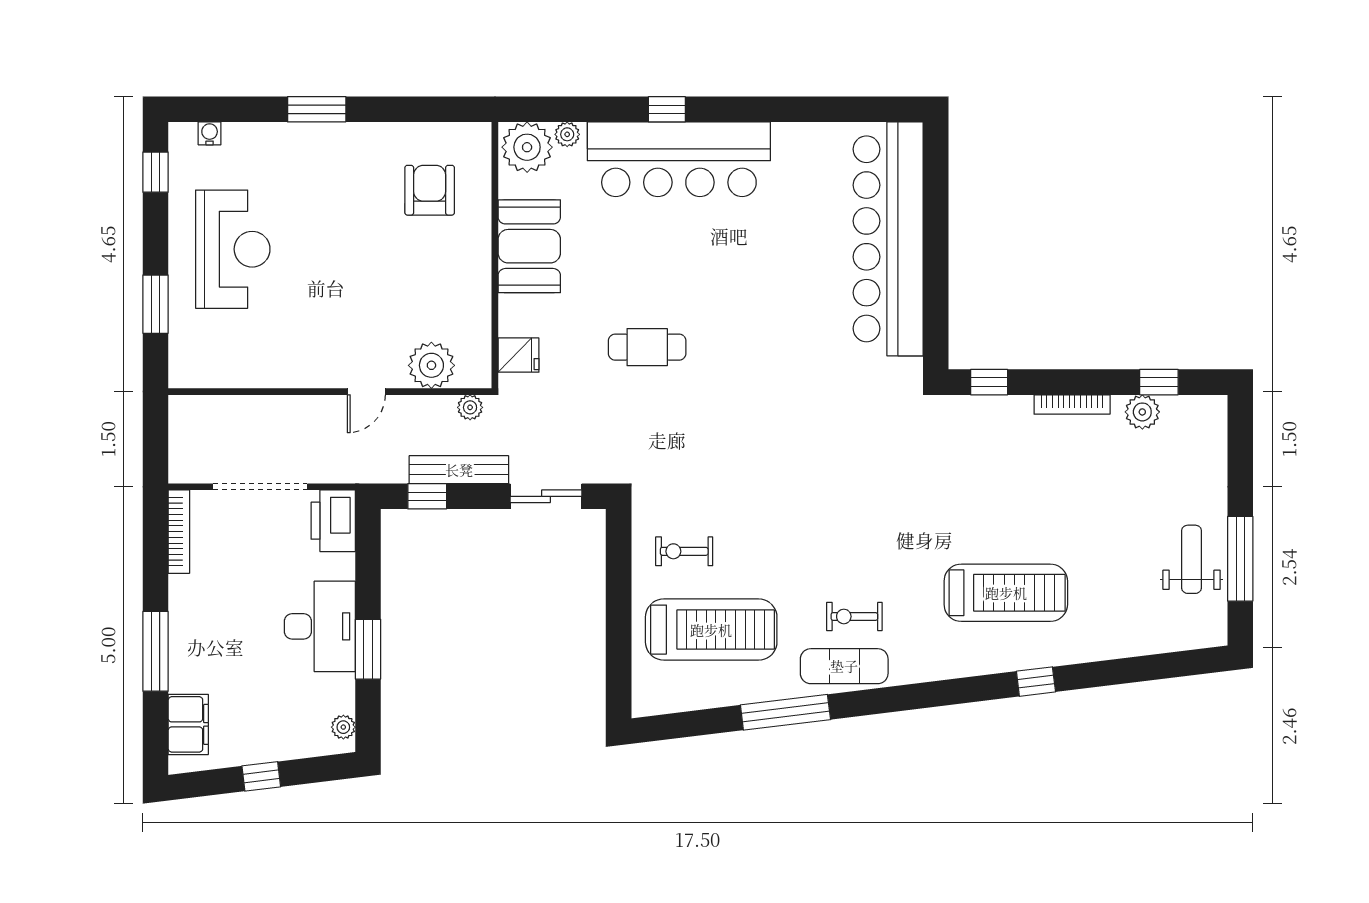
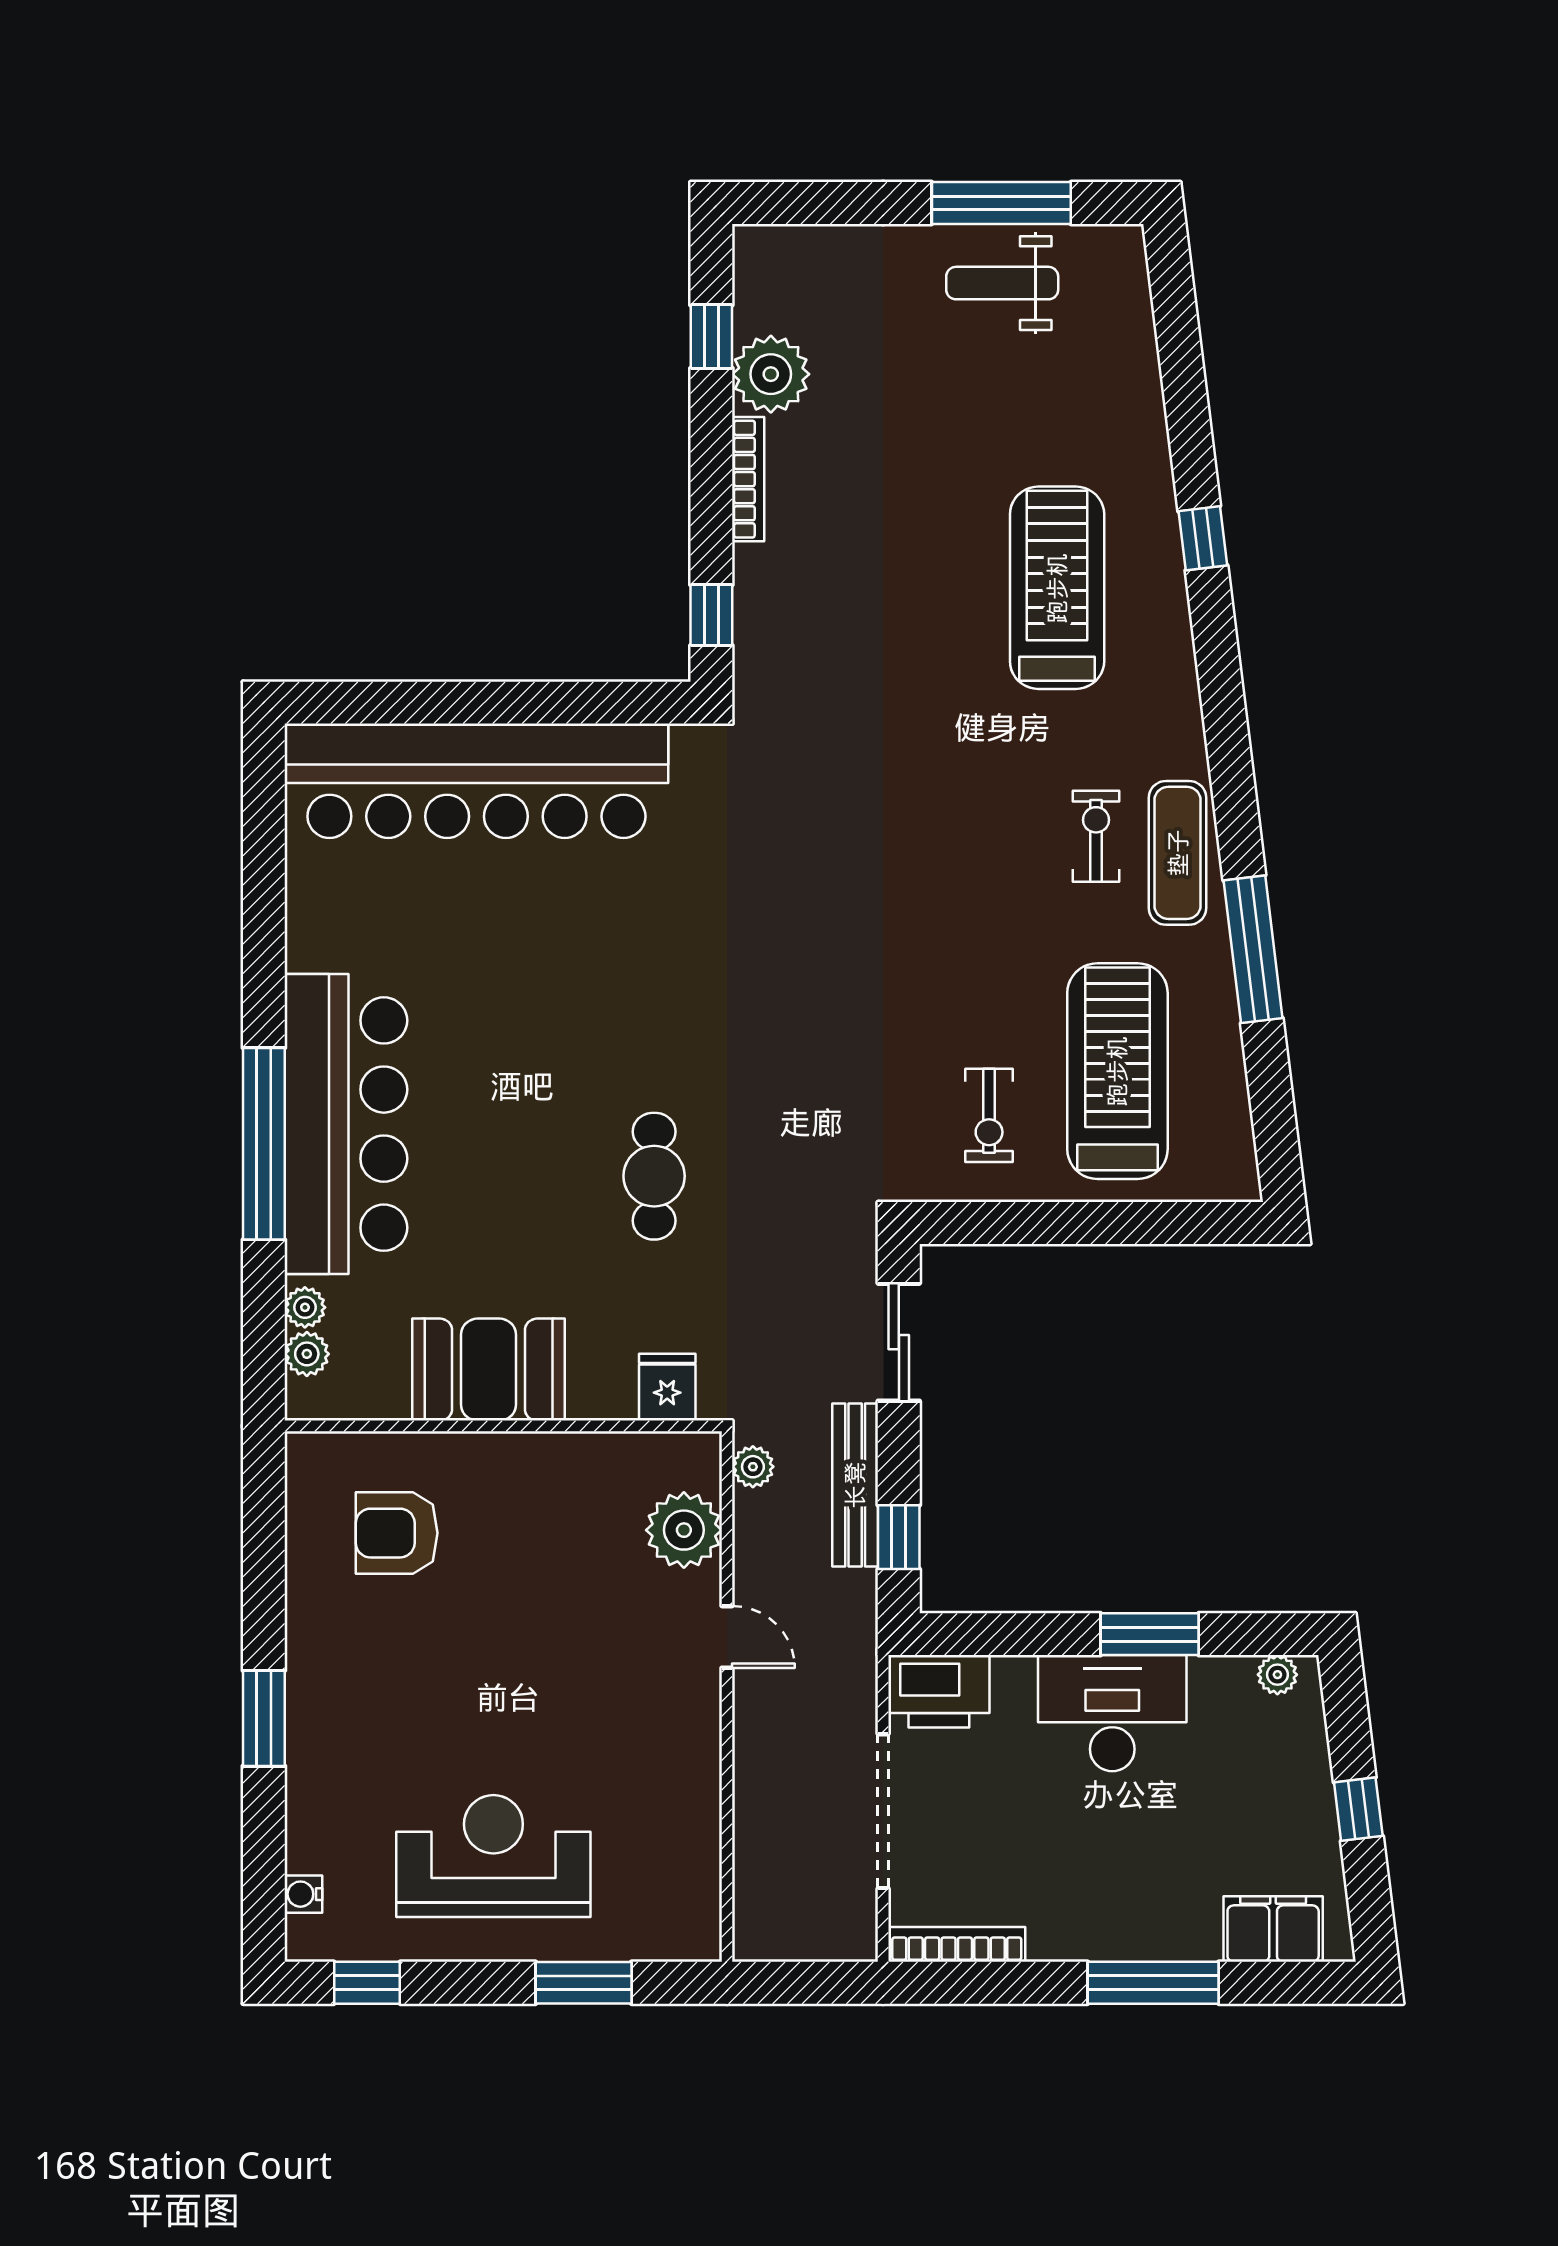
window: (667, 109) -> (264, 1144), width x3.17
plant: (527, 147) -> (307, 1354), width x0.53, depth x0.53
plant: (1142, 412) -> (771, 374), width x1.36, depth x1.36
exercise bike: (854, 616) -> (1096, 836), turned 180

